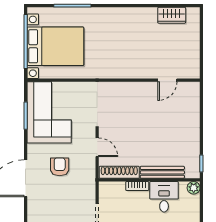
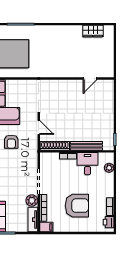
armchair: (60, 167) -> (11, 142), turned 180
plant: (194, 188) -> (109, 168), moved

